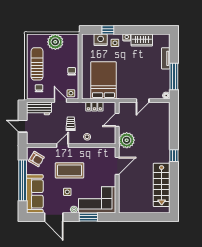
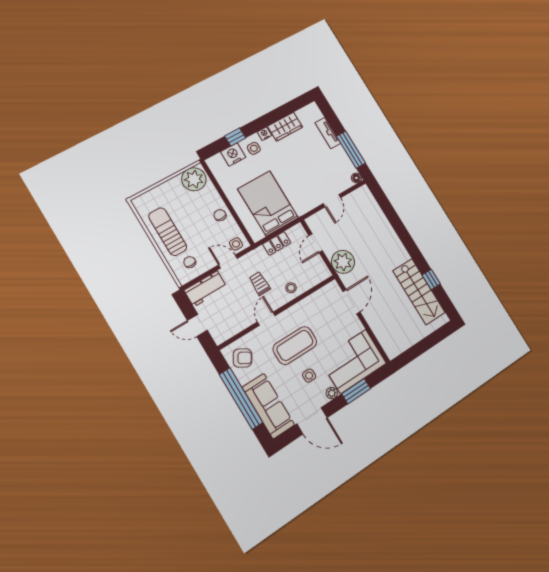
plant: (55, 42) -> (194, 179), moved
window: (174, 156) -> (431, 279), moved

